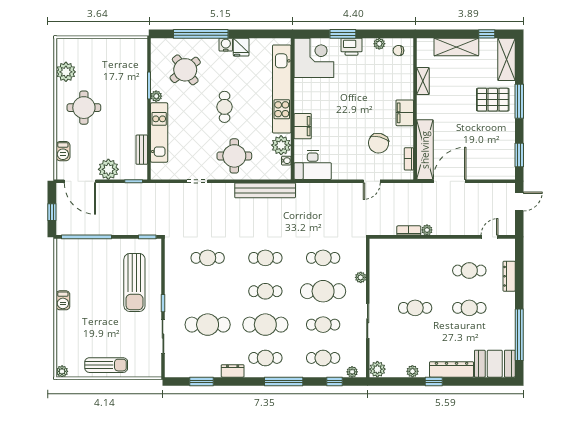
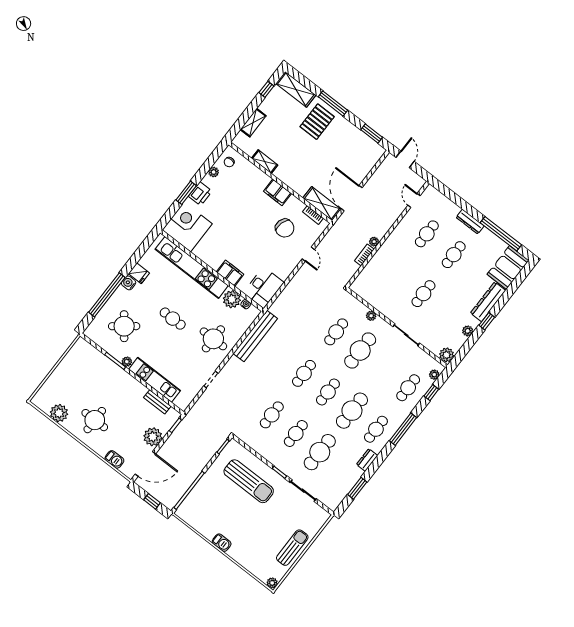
shelving: (456, 47) -> (253, 123), width x0.67, depth x0.75
shelving: (425, 150) -> (322, 204), width x0.68
dresser: (509, 276) -> (470, 222), moved
cafe table: (323, 325) -> (296, 434), moved

